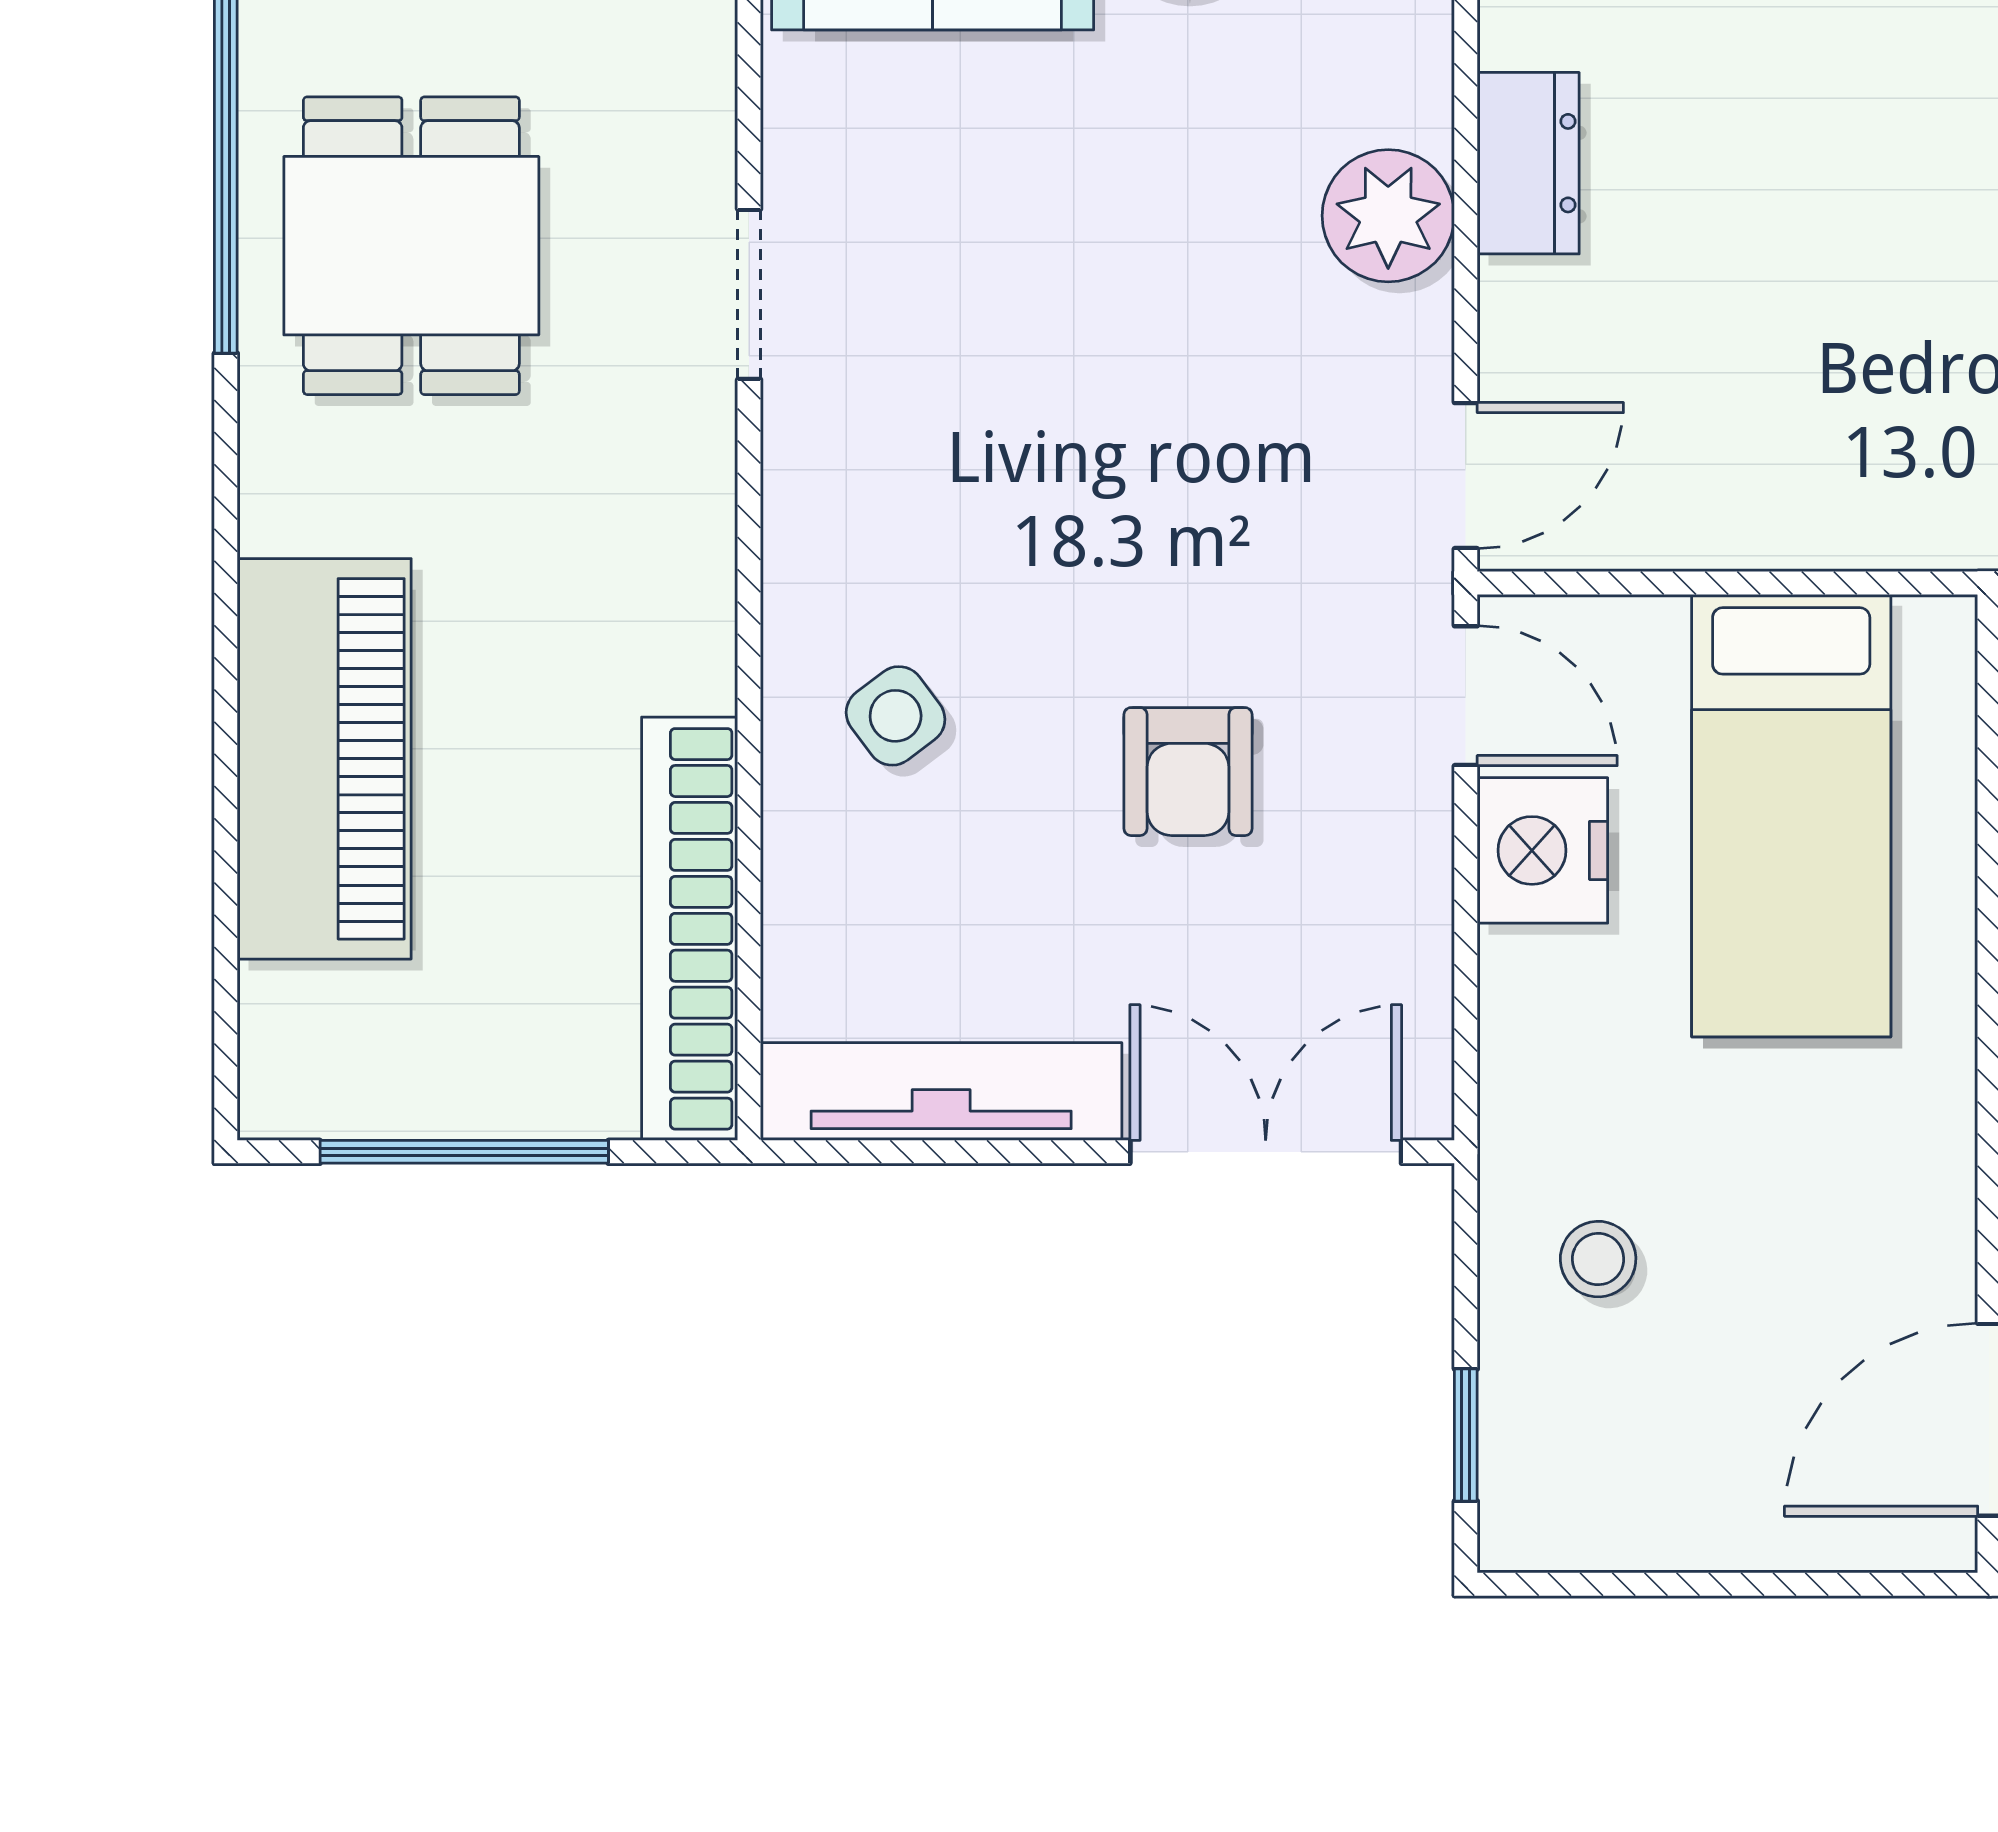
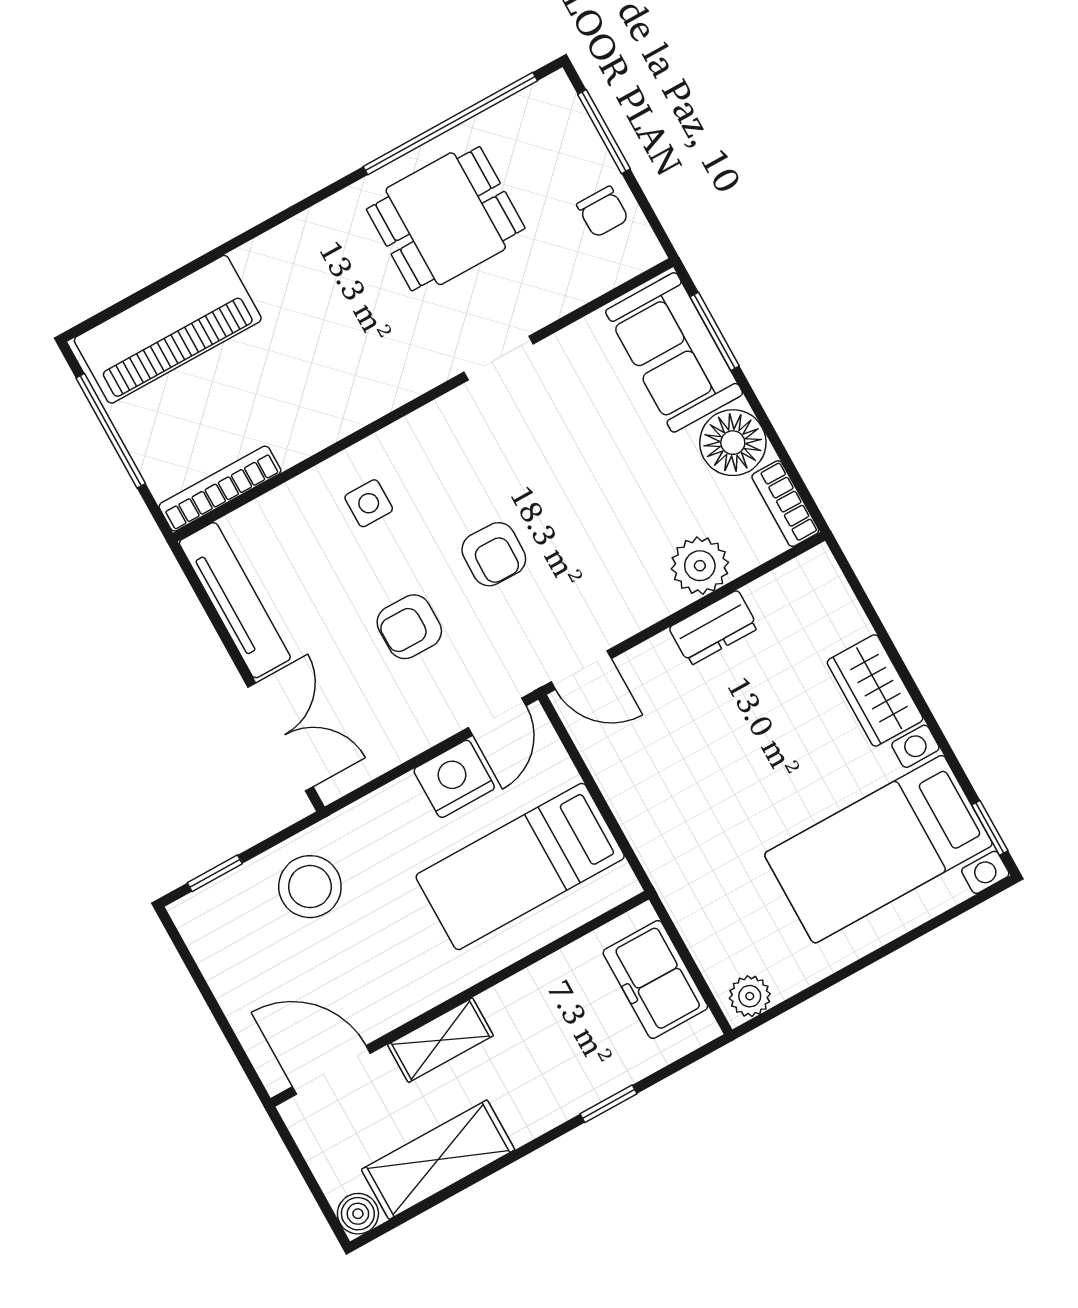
plant: (1388, 216) -> (700, 566), moved
armchair: (1137, 522) -> (494, 554), added
side table: (896, 716) -> (369, 503), turned 37
piano: (324, 759) -> (168, 329), moved
bookcase: (690, 929) -> (220, 489), width x0.68, depth x0.76
stool: (1598, 1259) -> (310, 887), width x1.89, depth x1.89

